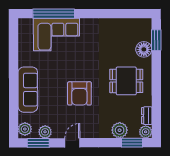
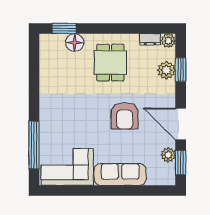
corner sofa: (56, 35) -> (67, 167), moved, turned -90
armchair: (79, 93) -> (125, 116), turned 90
plant: (25, 129) -> (165, 178), removed
door: (72, 143) -> (181, 124), width x1.88
window: (132, 143) -> (181, 70), moved

